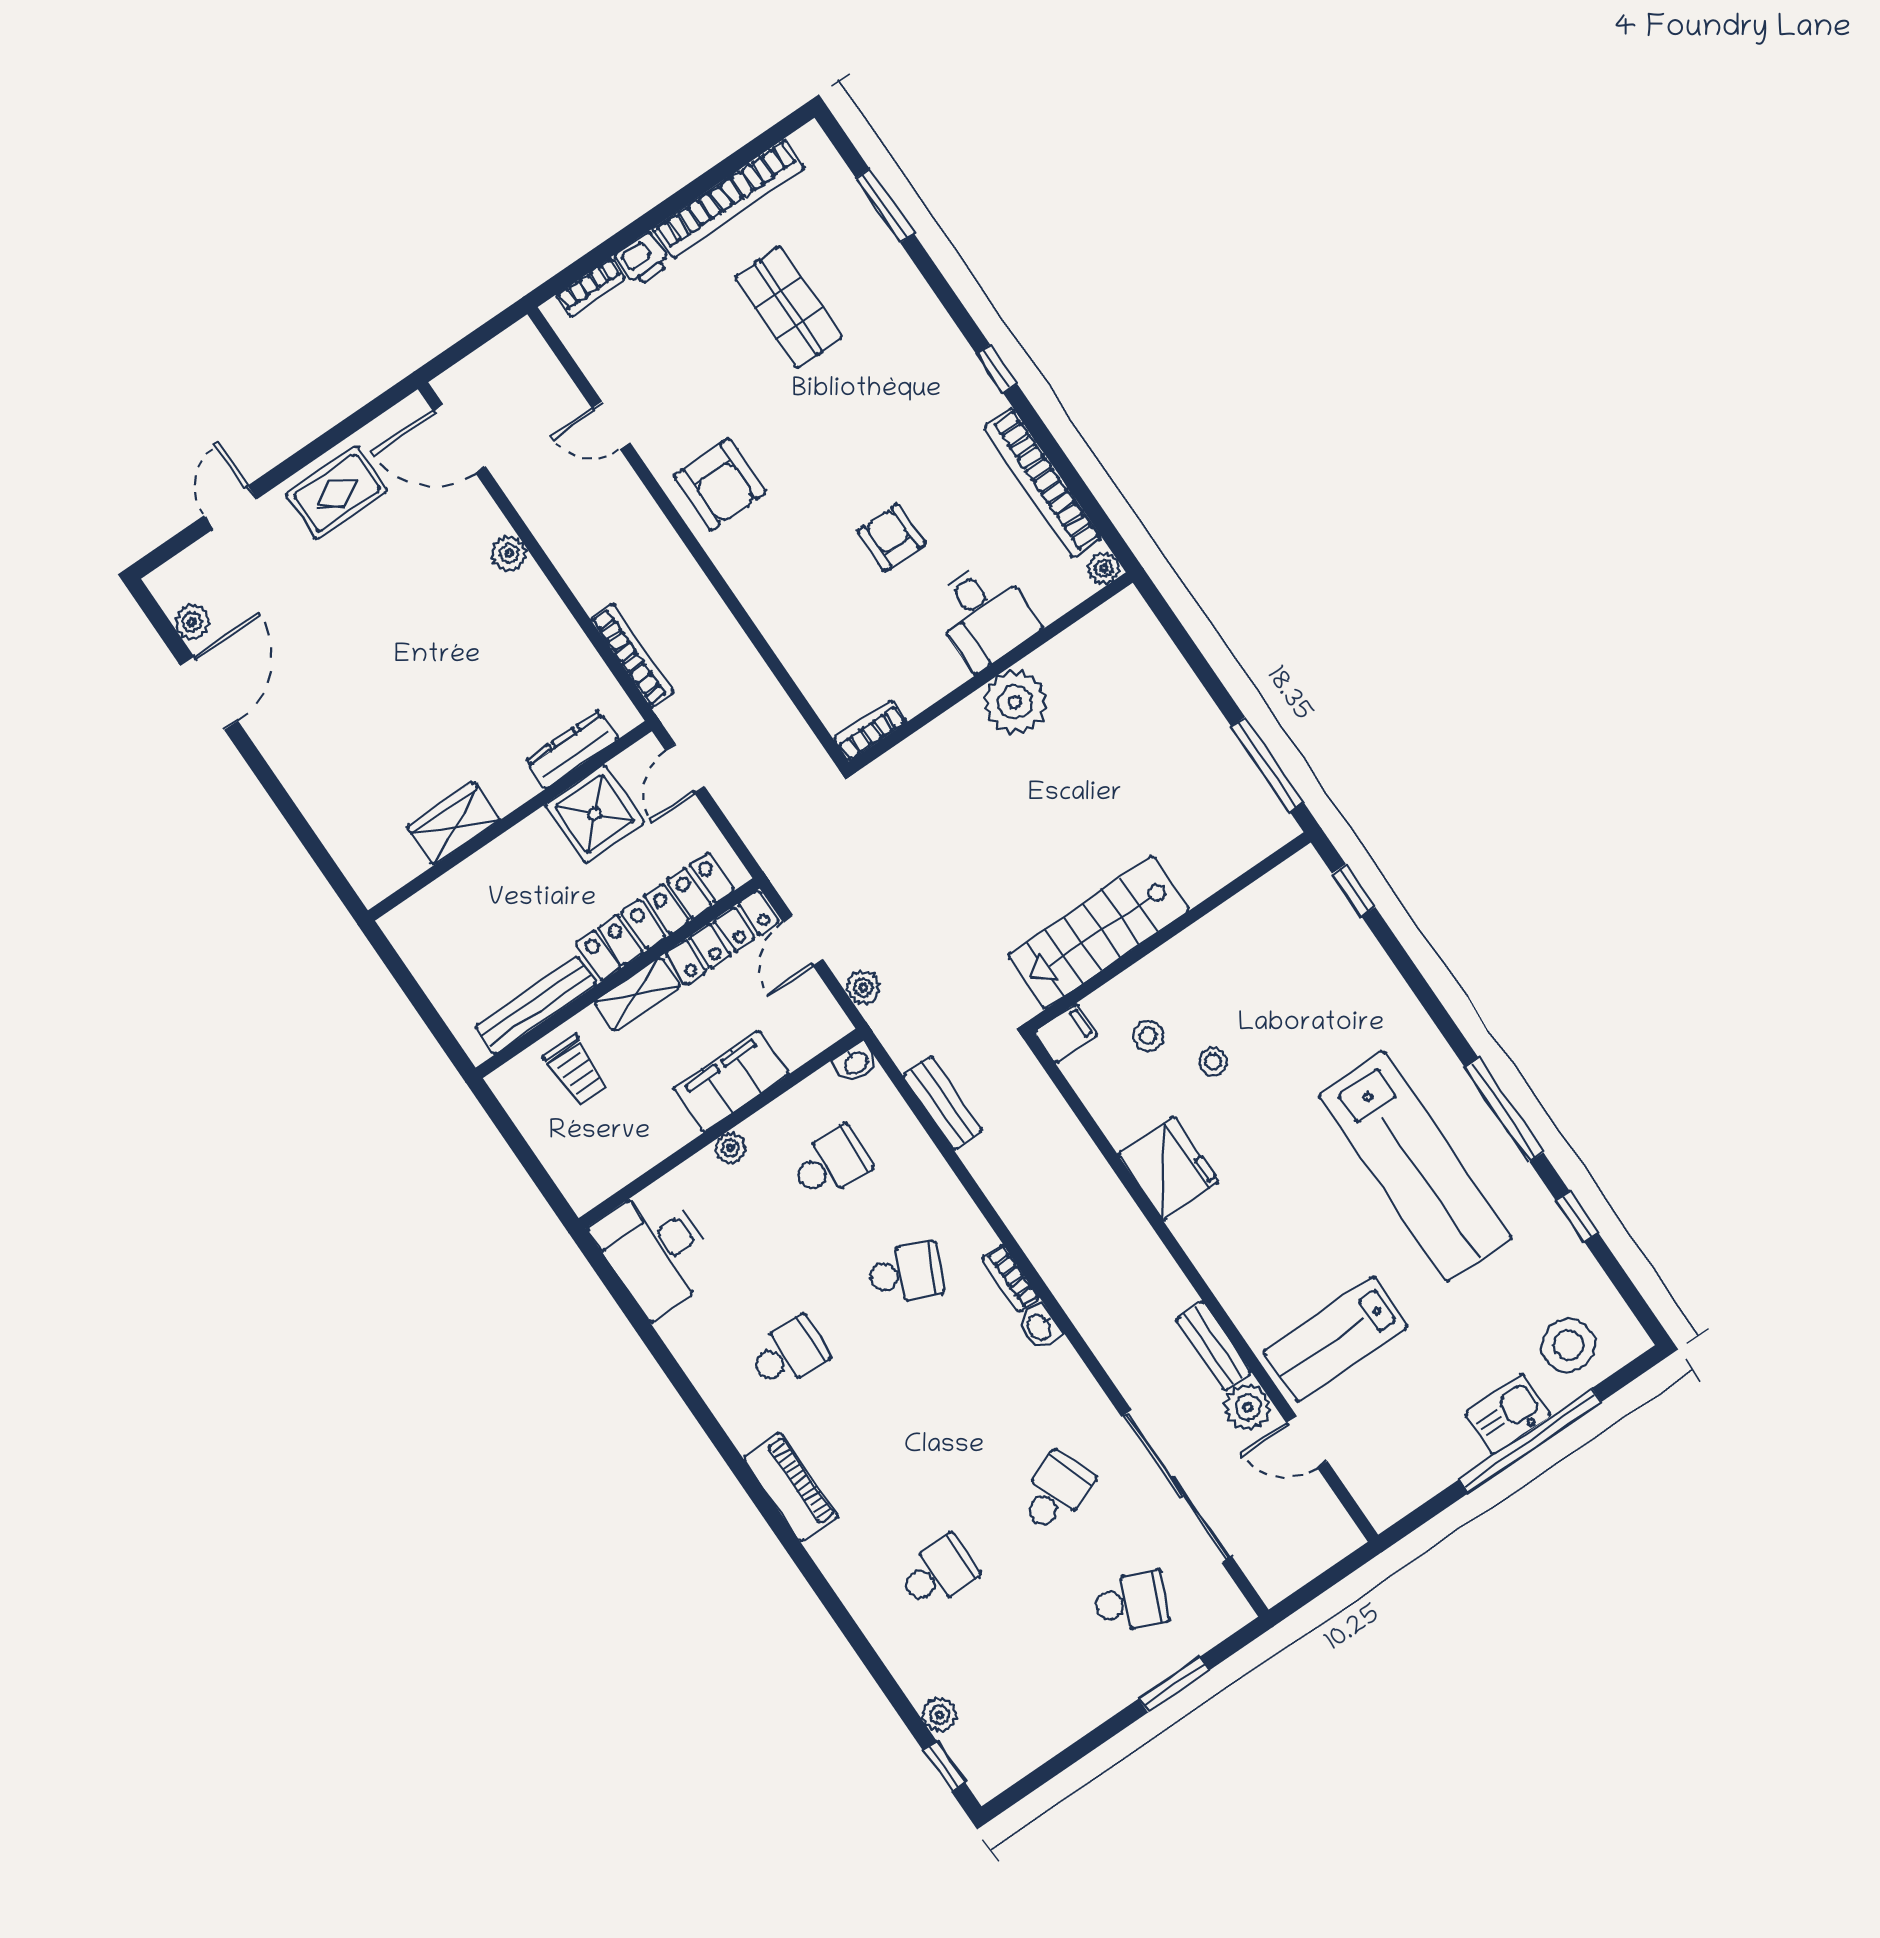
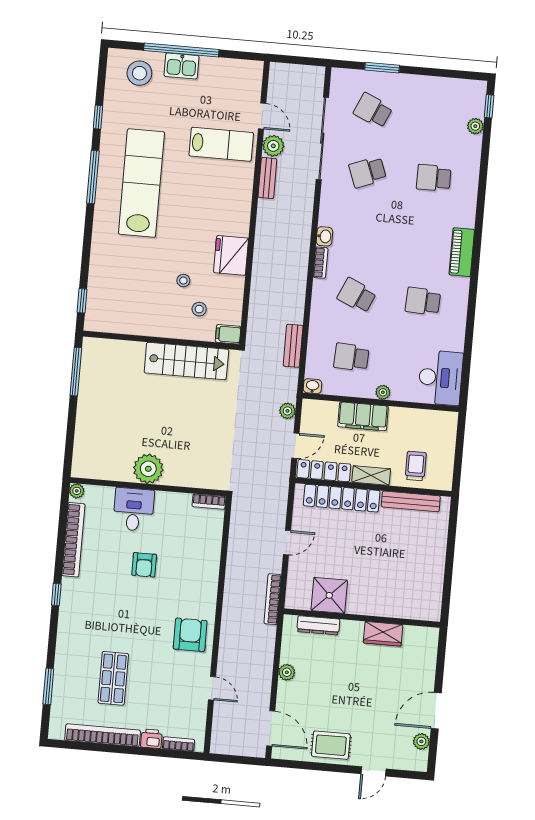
dresser: (572, 749) -> (318, 625), moved
shower: (595, 814) -> (329, 595), moved
wall: (510, 821) -> (362, 618), moved
wardrobe: (453, 824) -> (383, 634), moved

